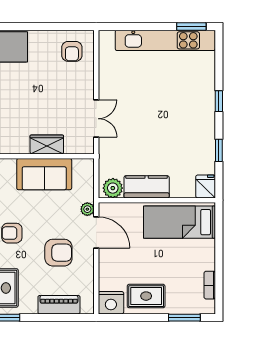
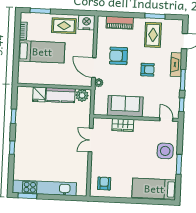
fridge: (206, 186) -> (39, 94), moved
bed: (179, 222) -> (42, 52), moved

